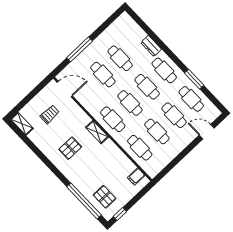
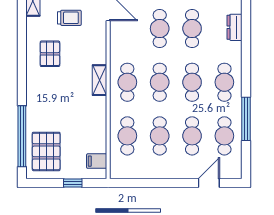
dresser: (151, 46) -> (235, 27), moved
window: (194, 79) -> (246, 119), width x1.44
door: (207, 132) -> (209, 183), hinge flipped
pallet: (70, 148) -> (50, 54), moved, turned 90
pallet: (105, 197) -> (46, 151), width x1.50, depth x1.42
window: (120, 214) -> (73, 183), moved

